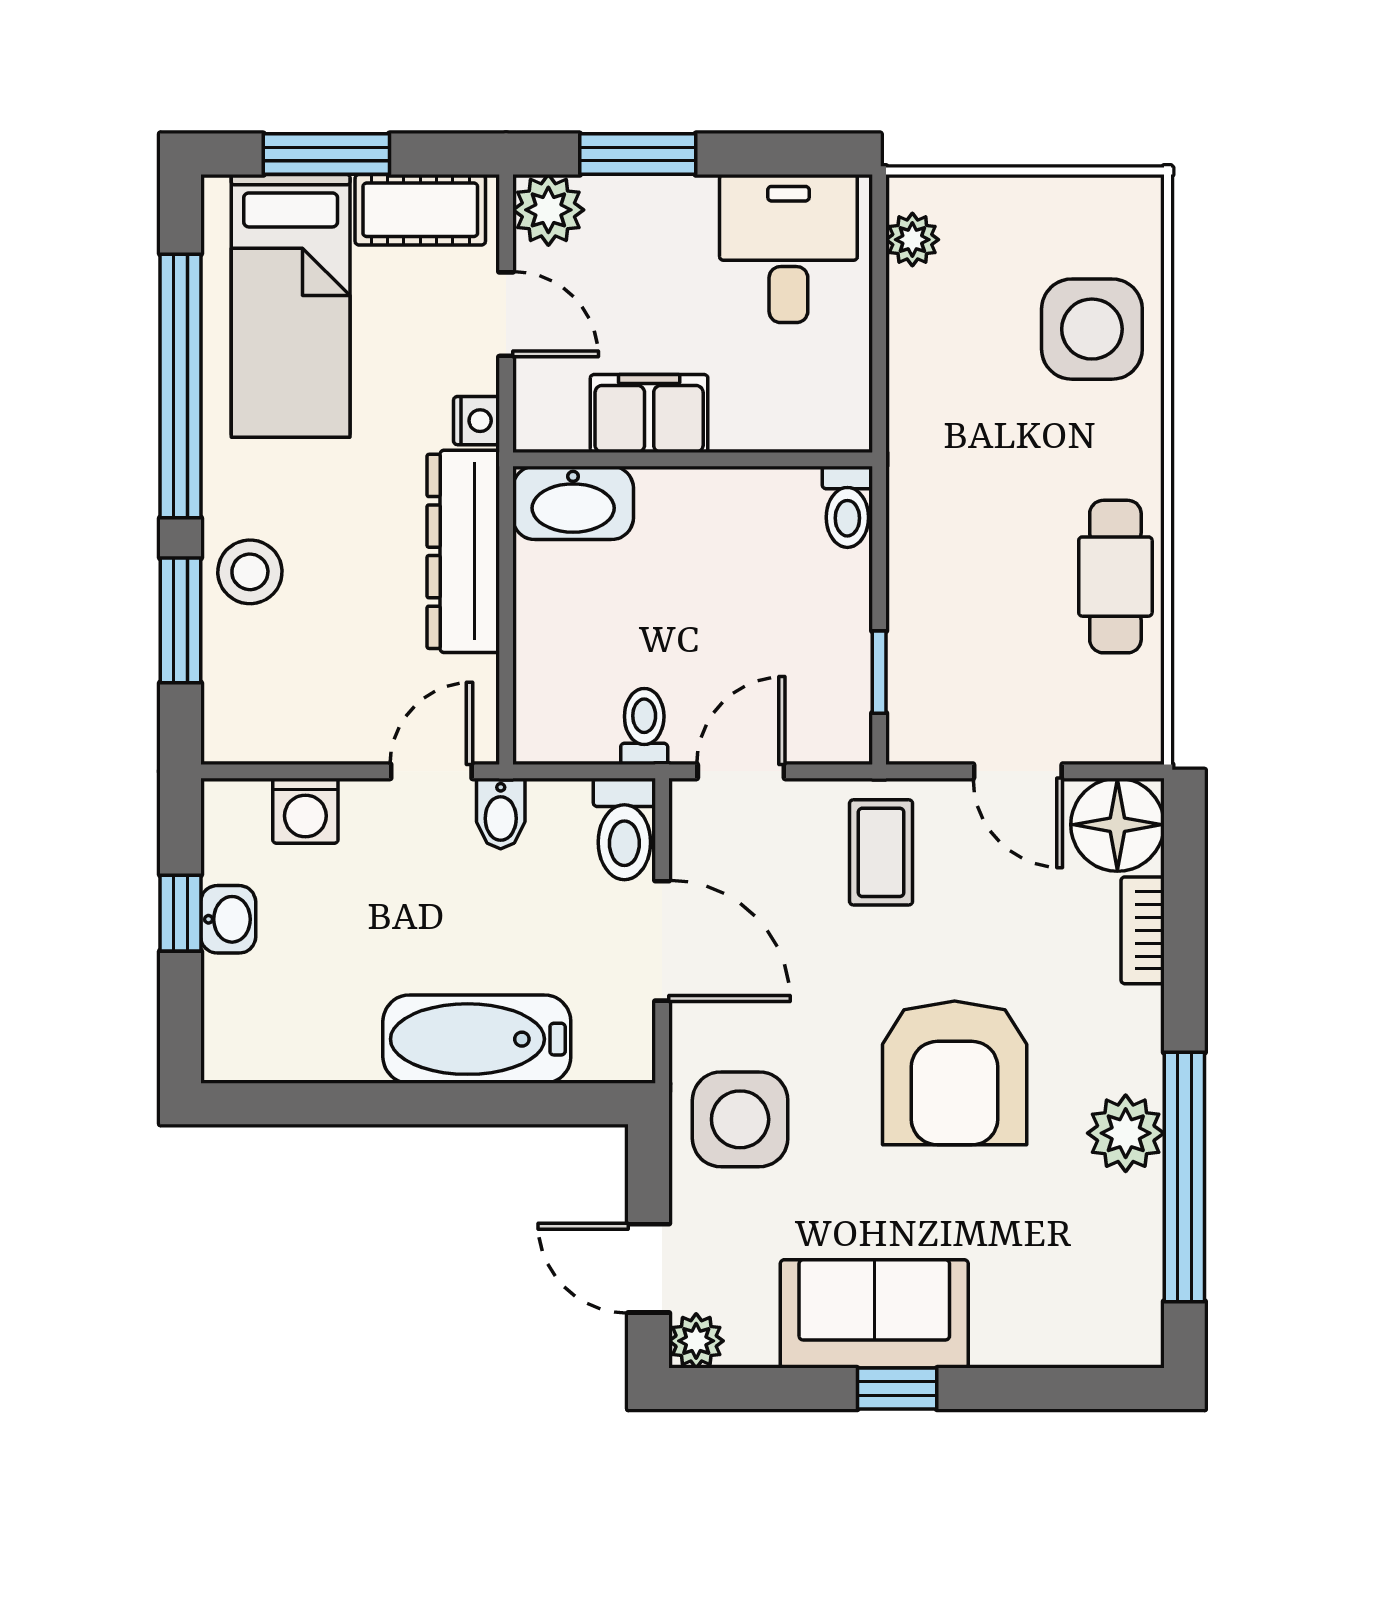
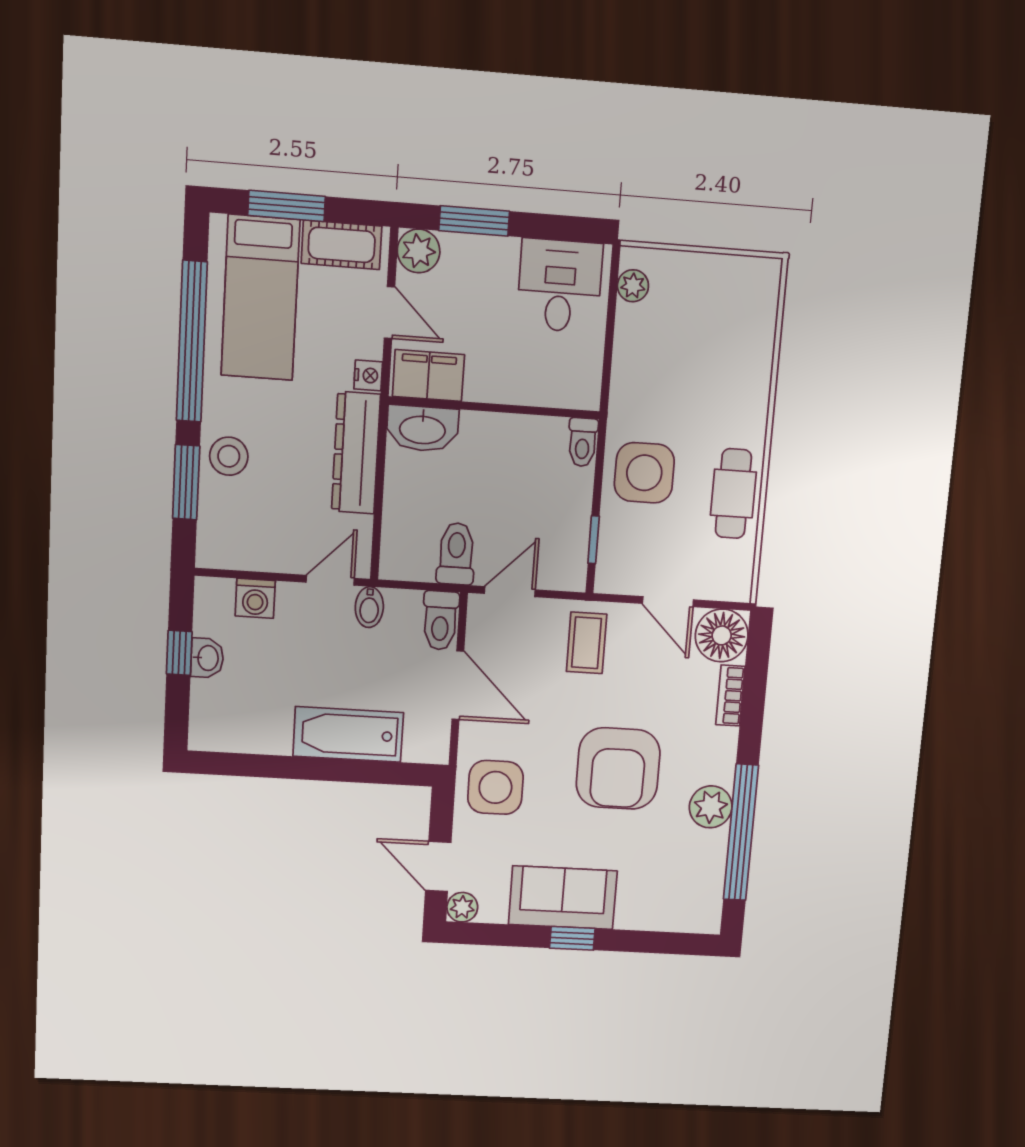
side table: (1092, 329) -> (644, 473), moved
filing cabinet: (649, 413) -> (428, 376), moved
toilet: (644, 726) -> (456, 554), width x1.37, depth x1.39

